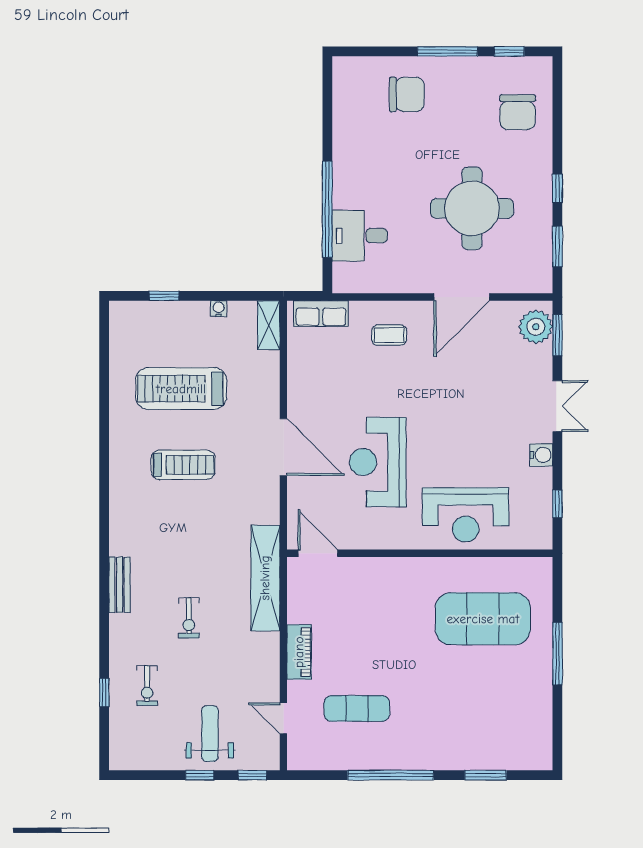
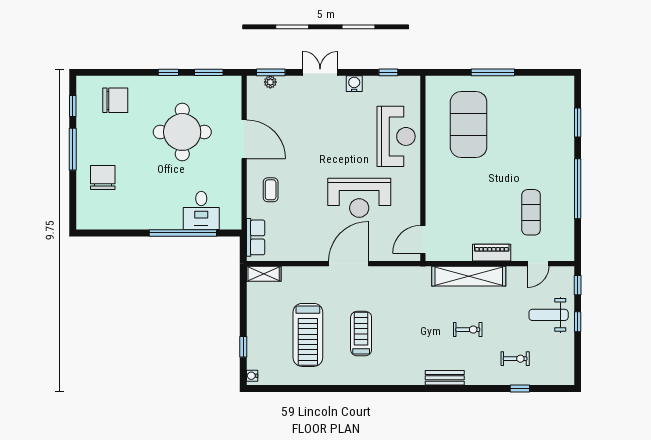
water cooler: (219, 309) -> (252, 376), moved
plant: (536, 327) -> (270, 82), width x0.53, depth x0.53
shelving: (265, 578) -> (469, 276), moved

